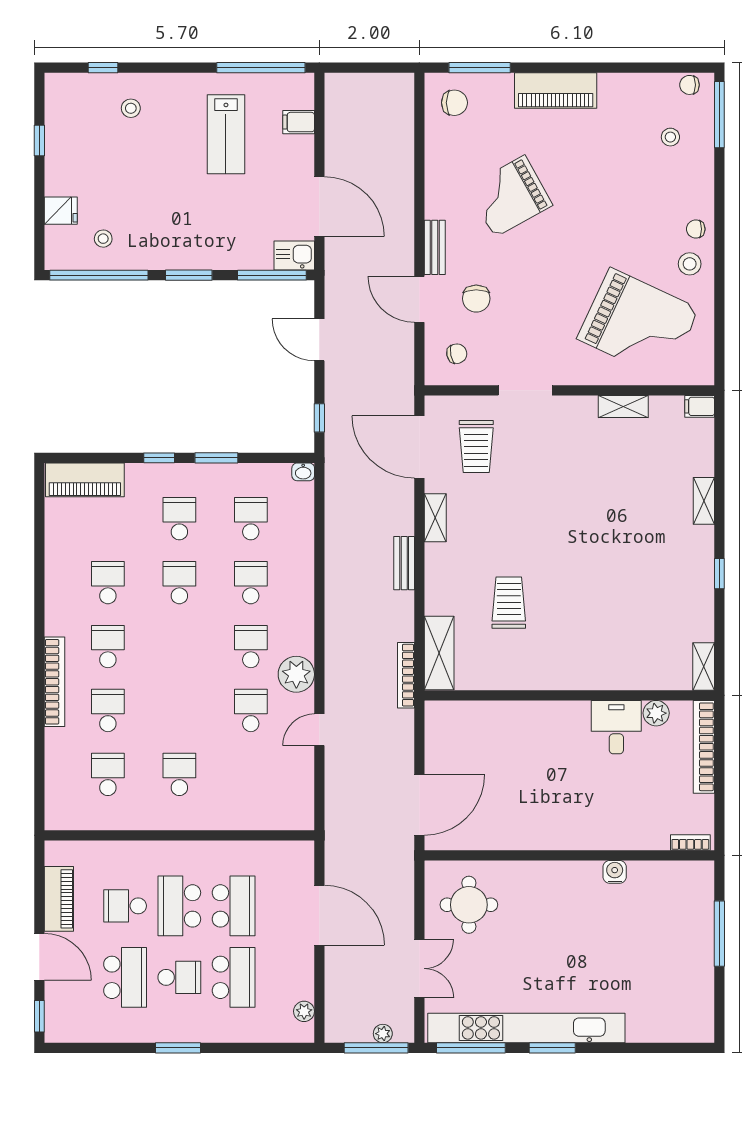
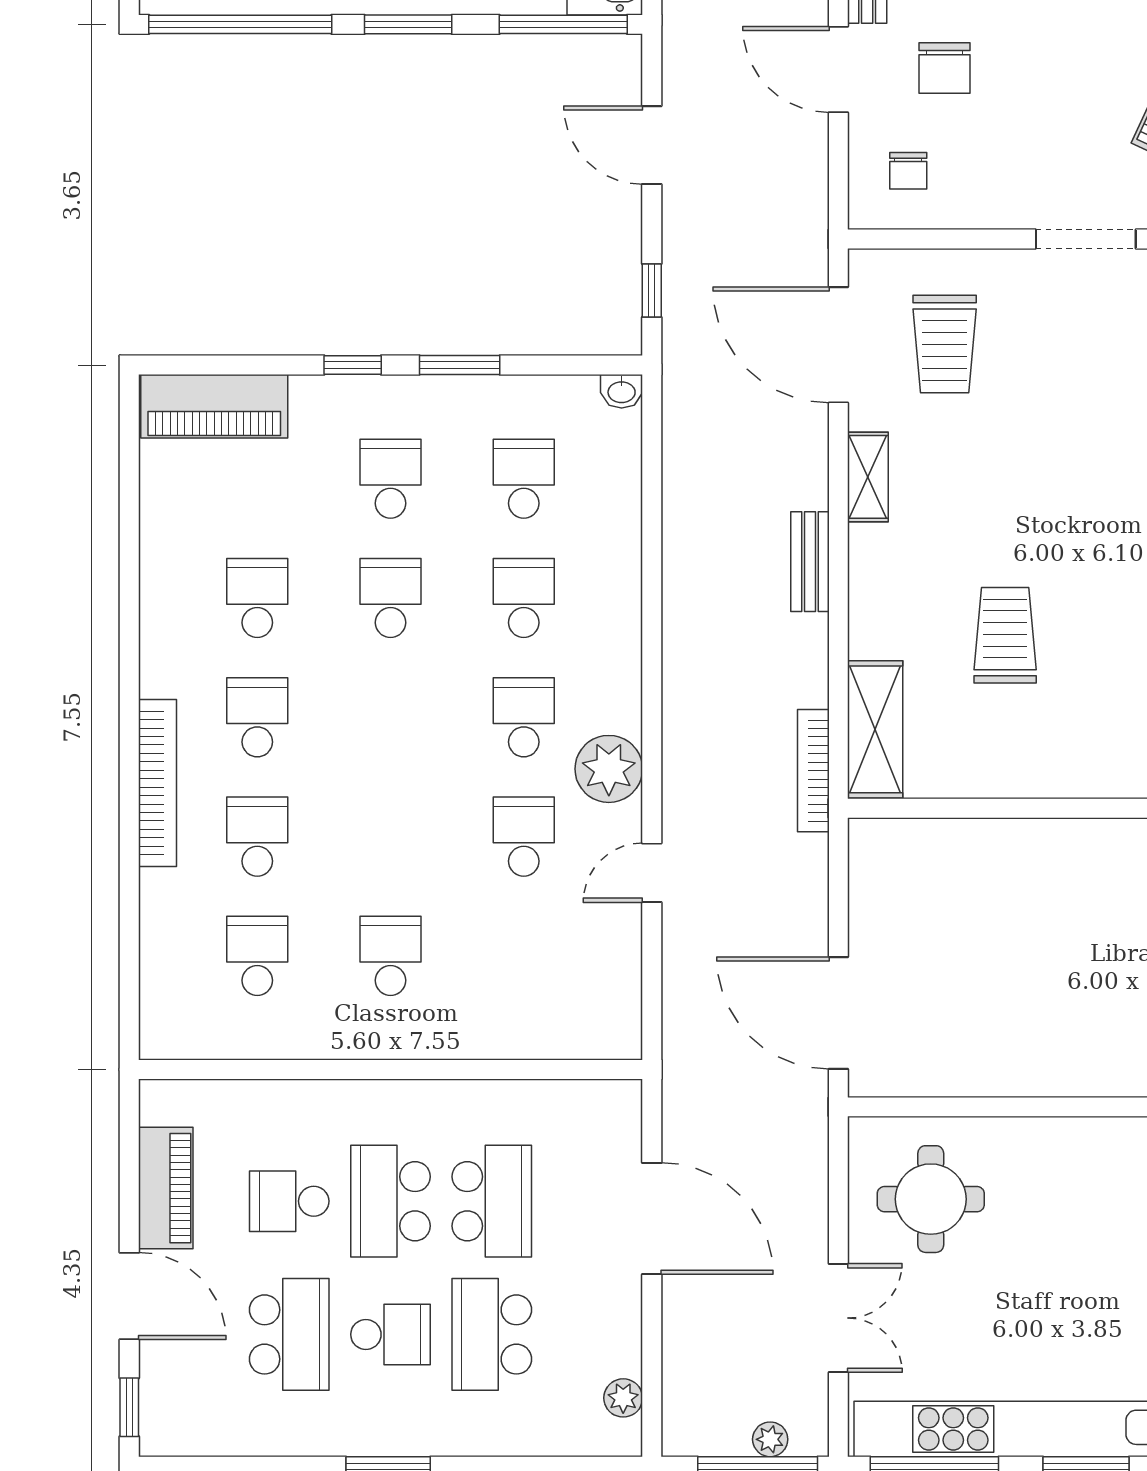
chair: (457, 354) -> (908, 171), turned 102
doorway: (525, 390) -> (1086, 239), moved
door: (419, 805) -> (838, 1013), swing flipped
school desk: (234, 977) -> (492, 1334), turned 180

